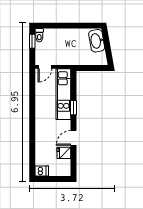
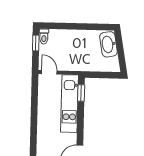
door: (45, 67) -> (49, 72), swing flipped
window: (73, 108) -> (81, 93), moved

